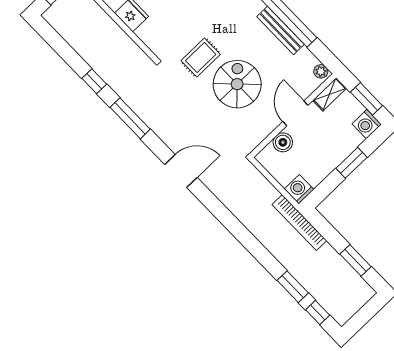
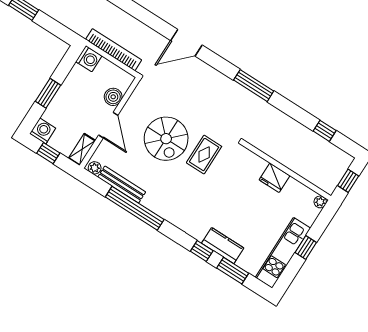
bench: (281, 30) -> (122, 184), moved
window: (94, 81) -> (325, 131), moved
window: (366, 99) -> (48, 153), width x0.67
door: (181, 171) -> (186, 43), moved
bookcase: (299, 223) -> (114, 50), moved

